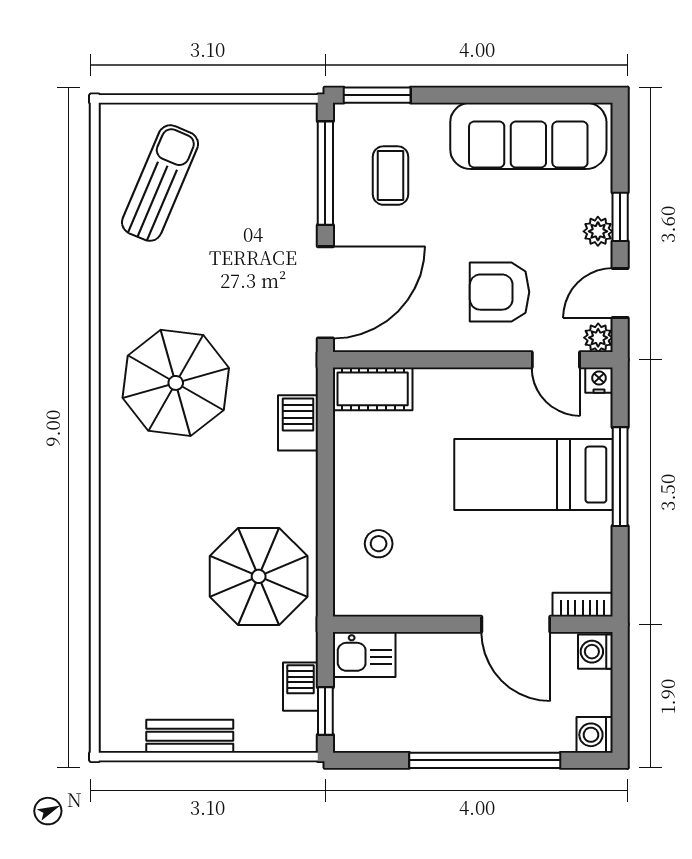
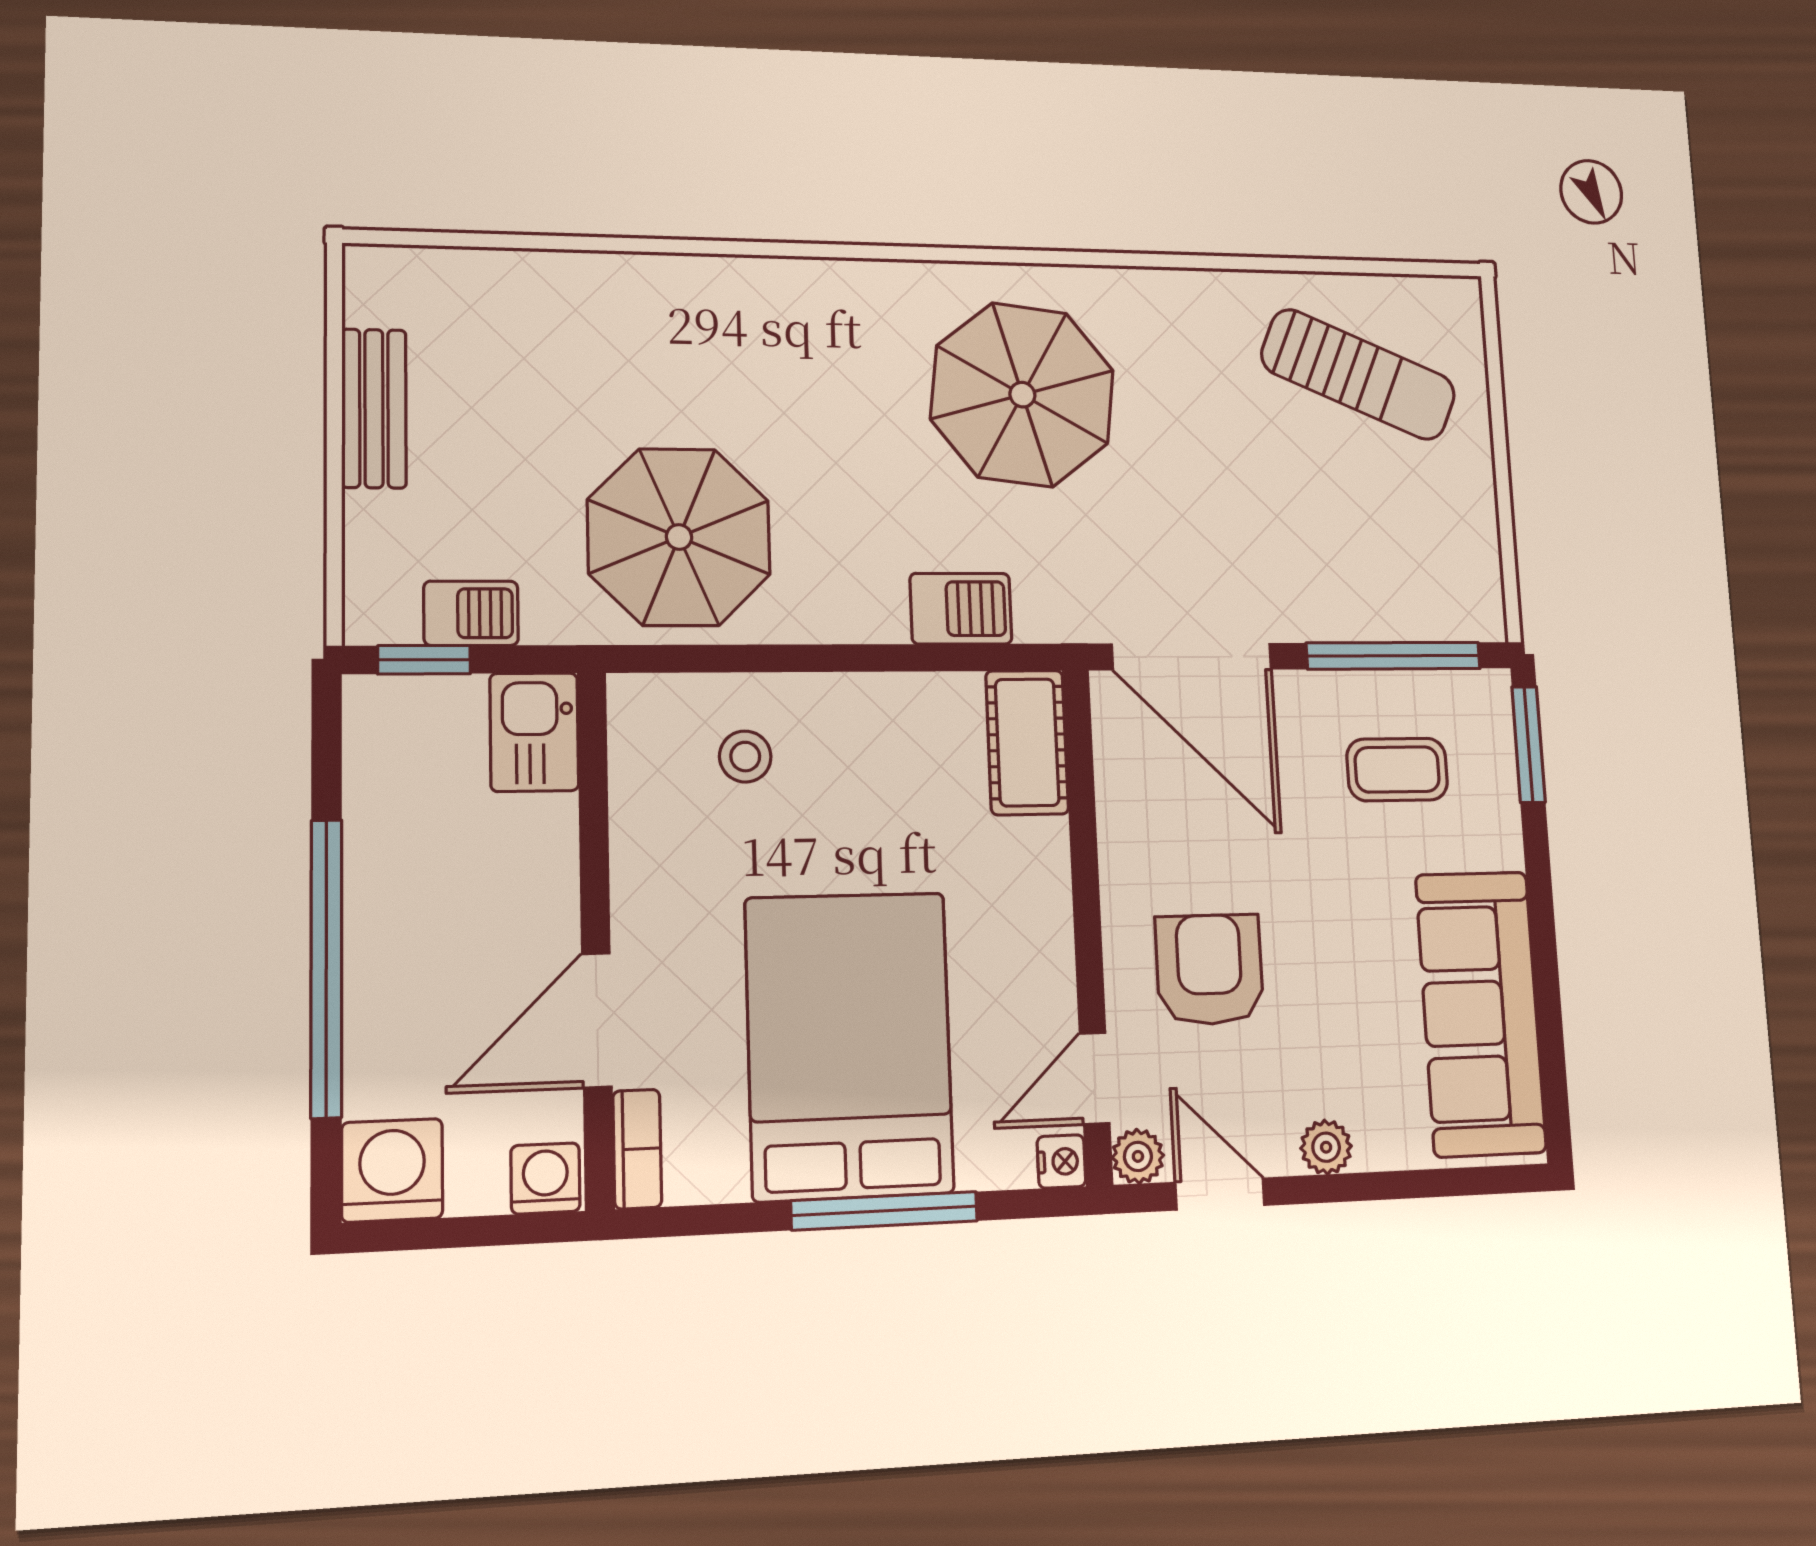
window: (620, 217) -> (1354, 1187), removed
bed: (533, 475) -> (849, 1045), width x1.50
washing machine: (595, 735) -> (392, 1170), width x1.38, depth x1.38

